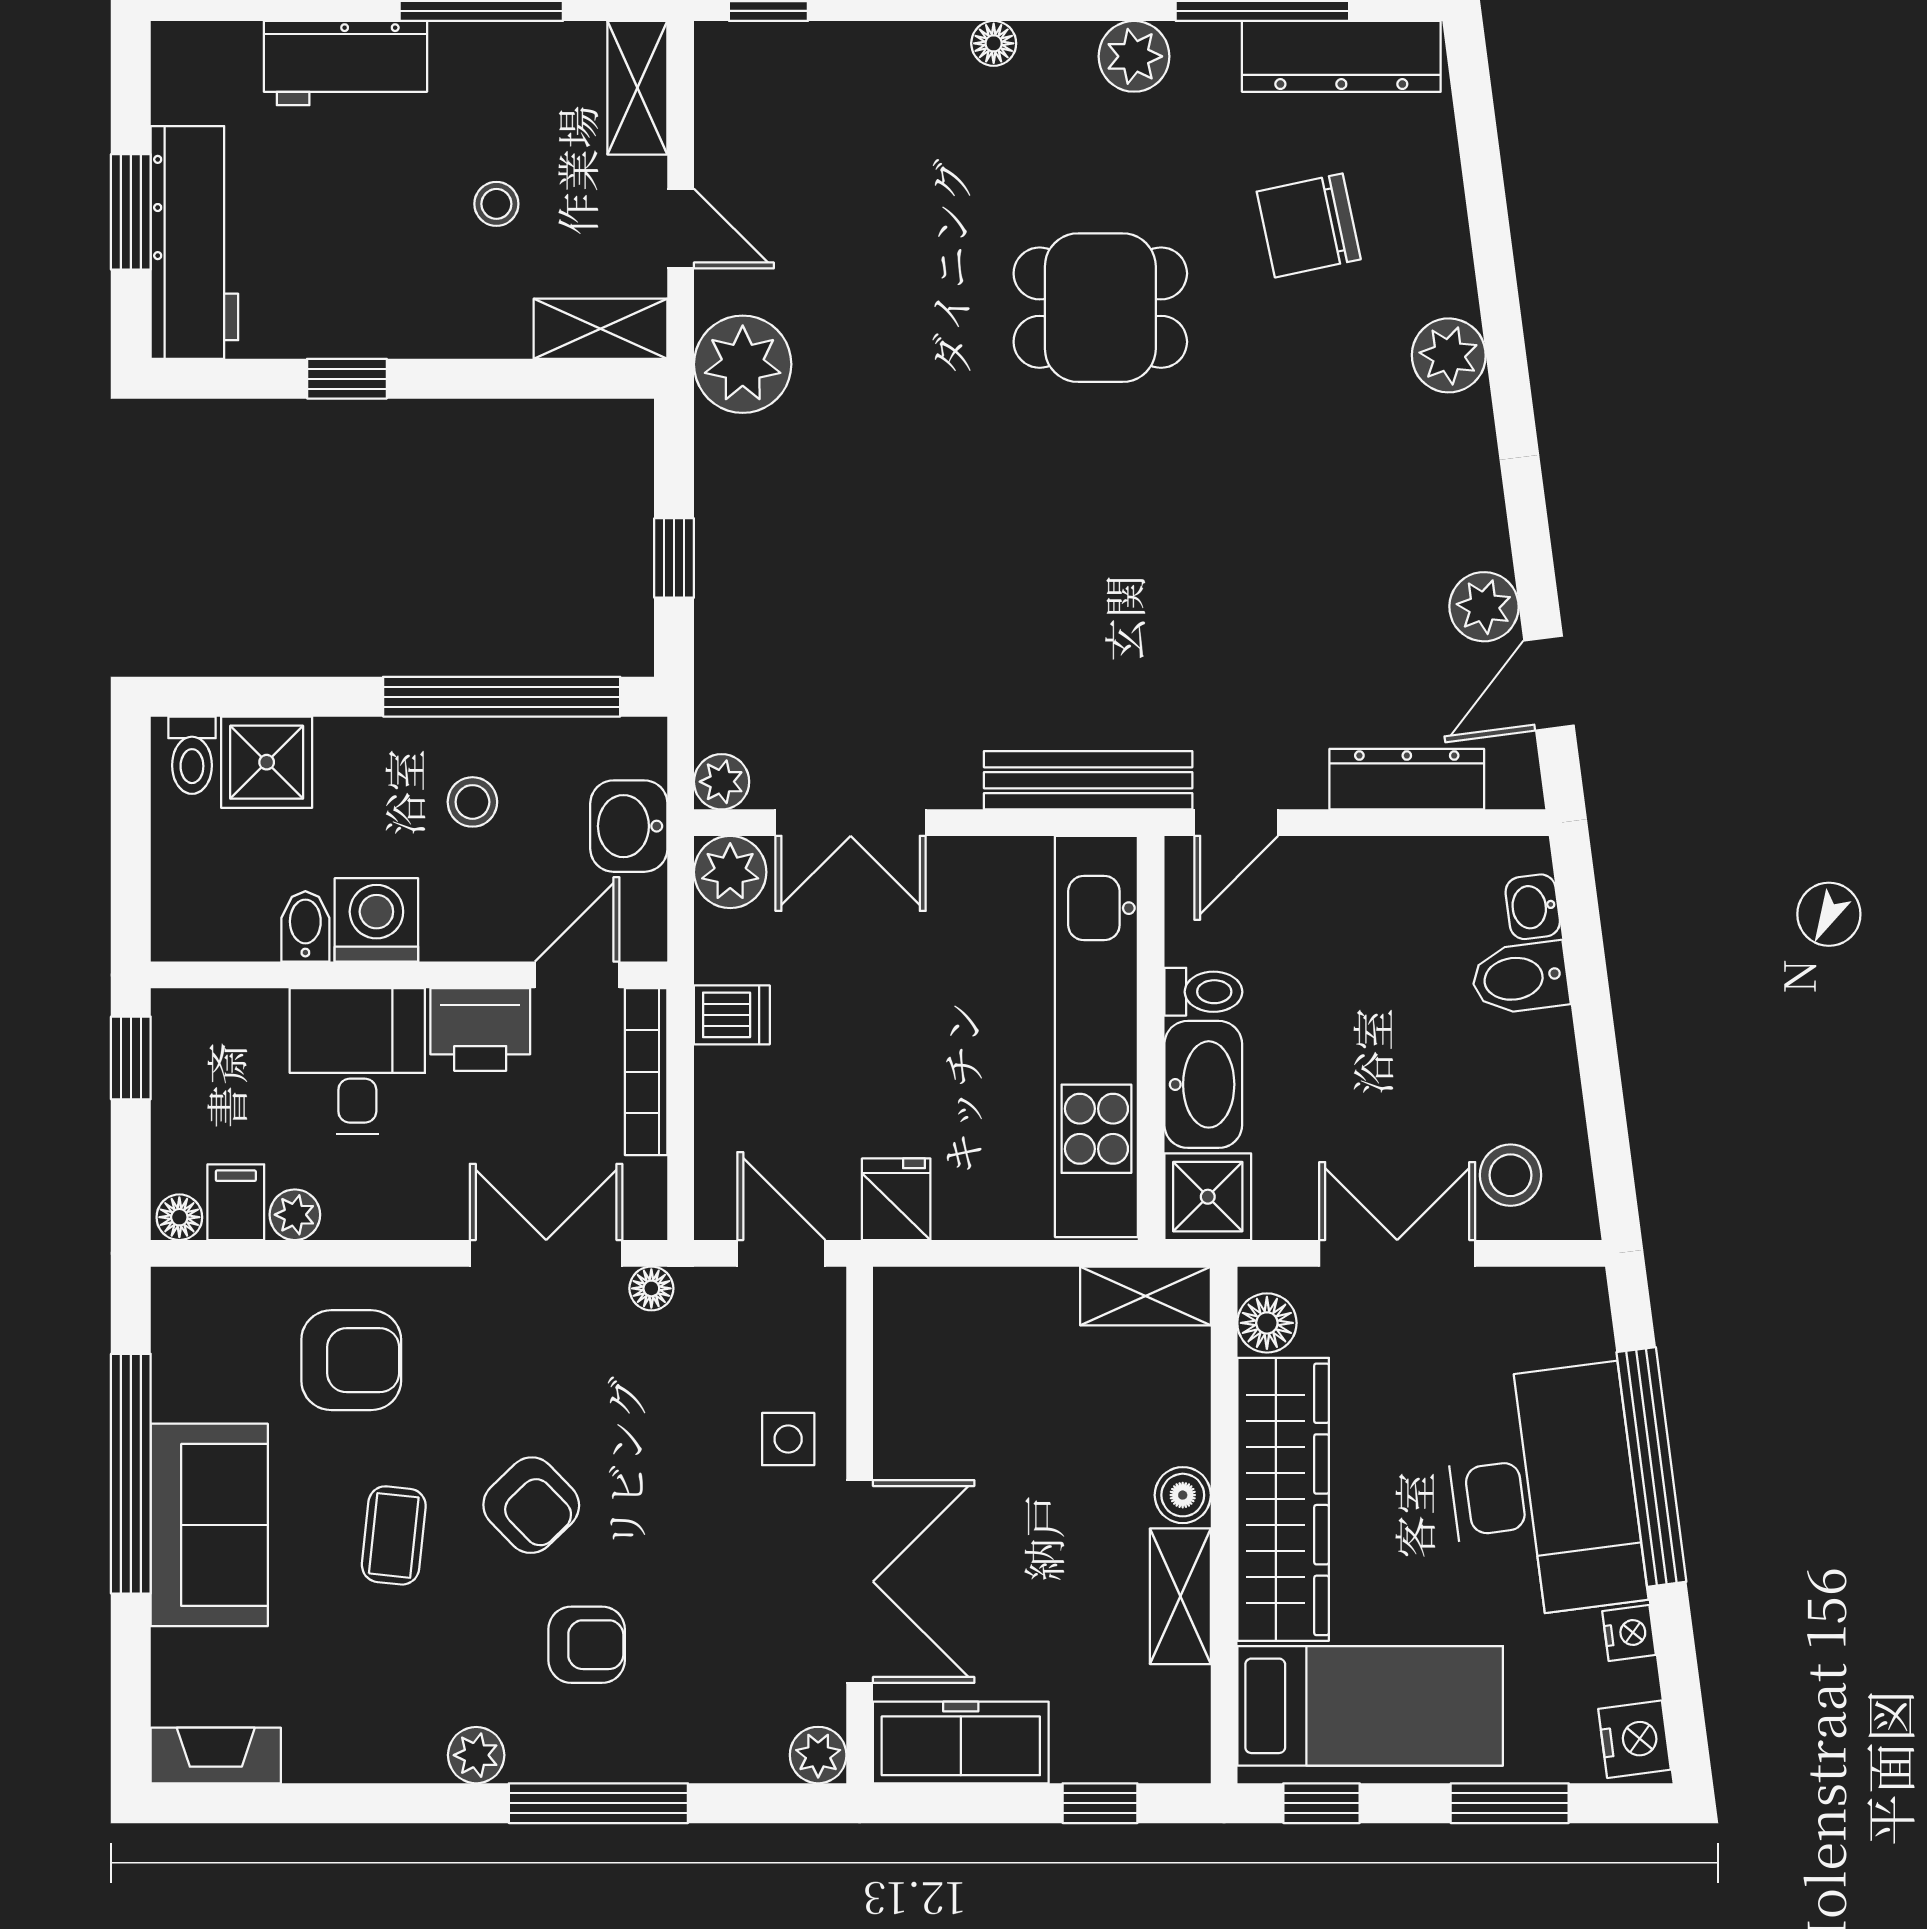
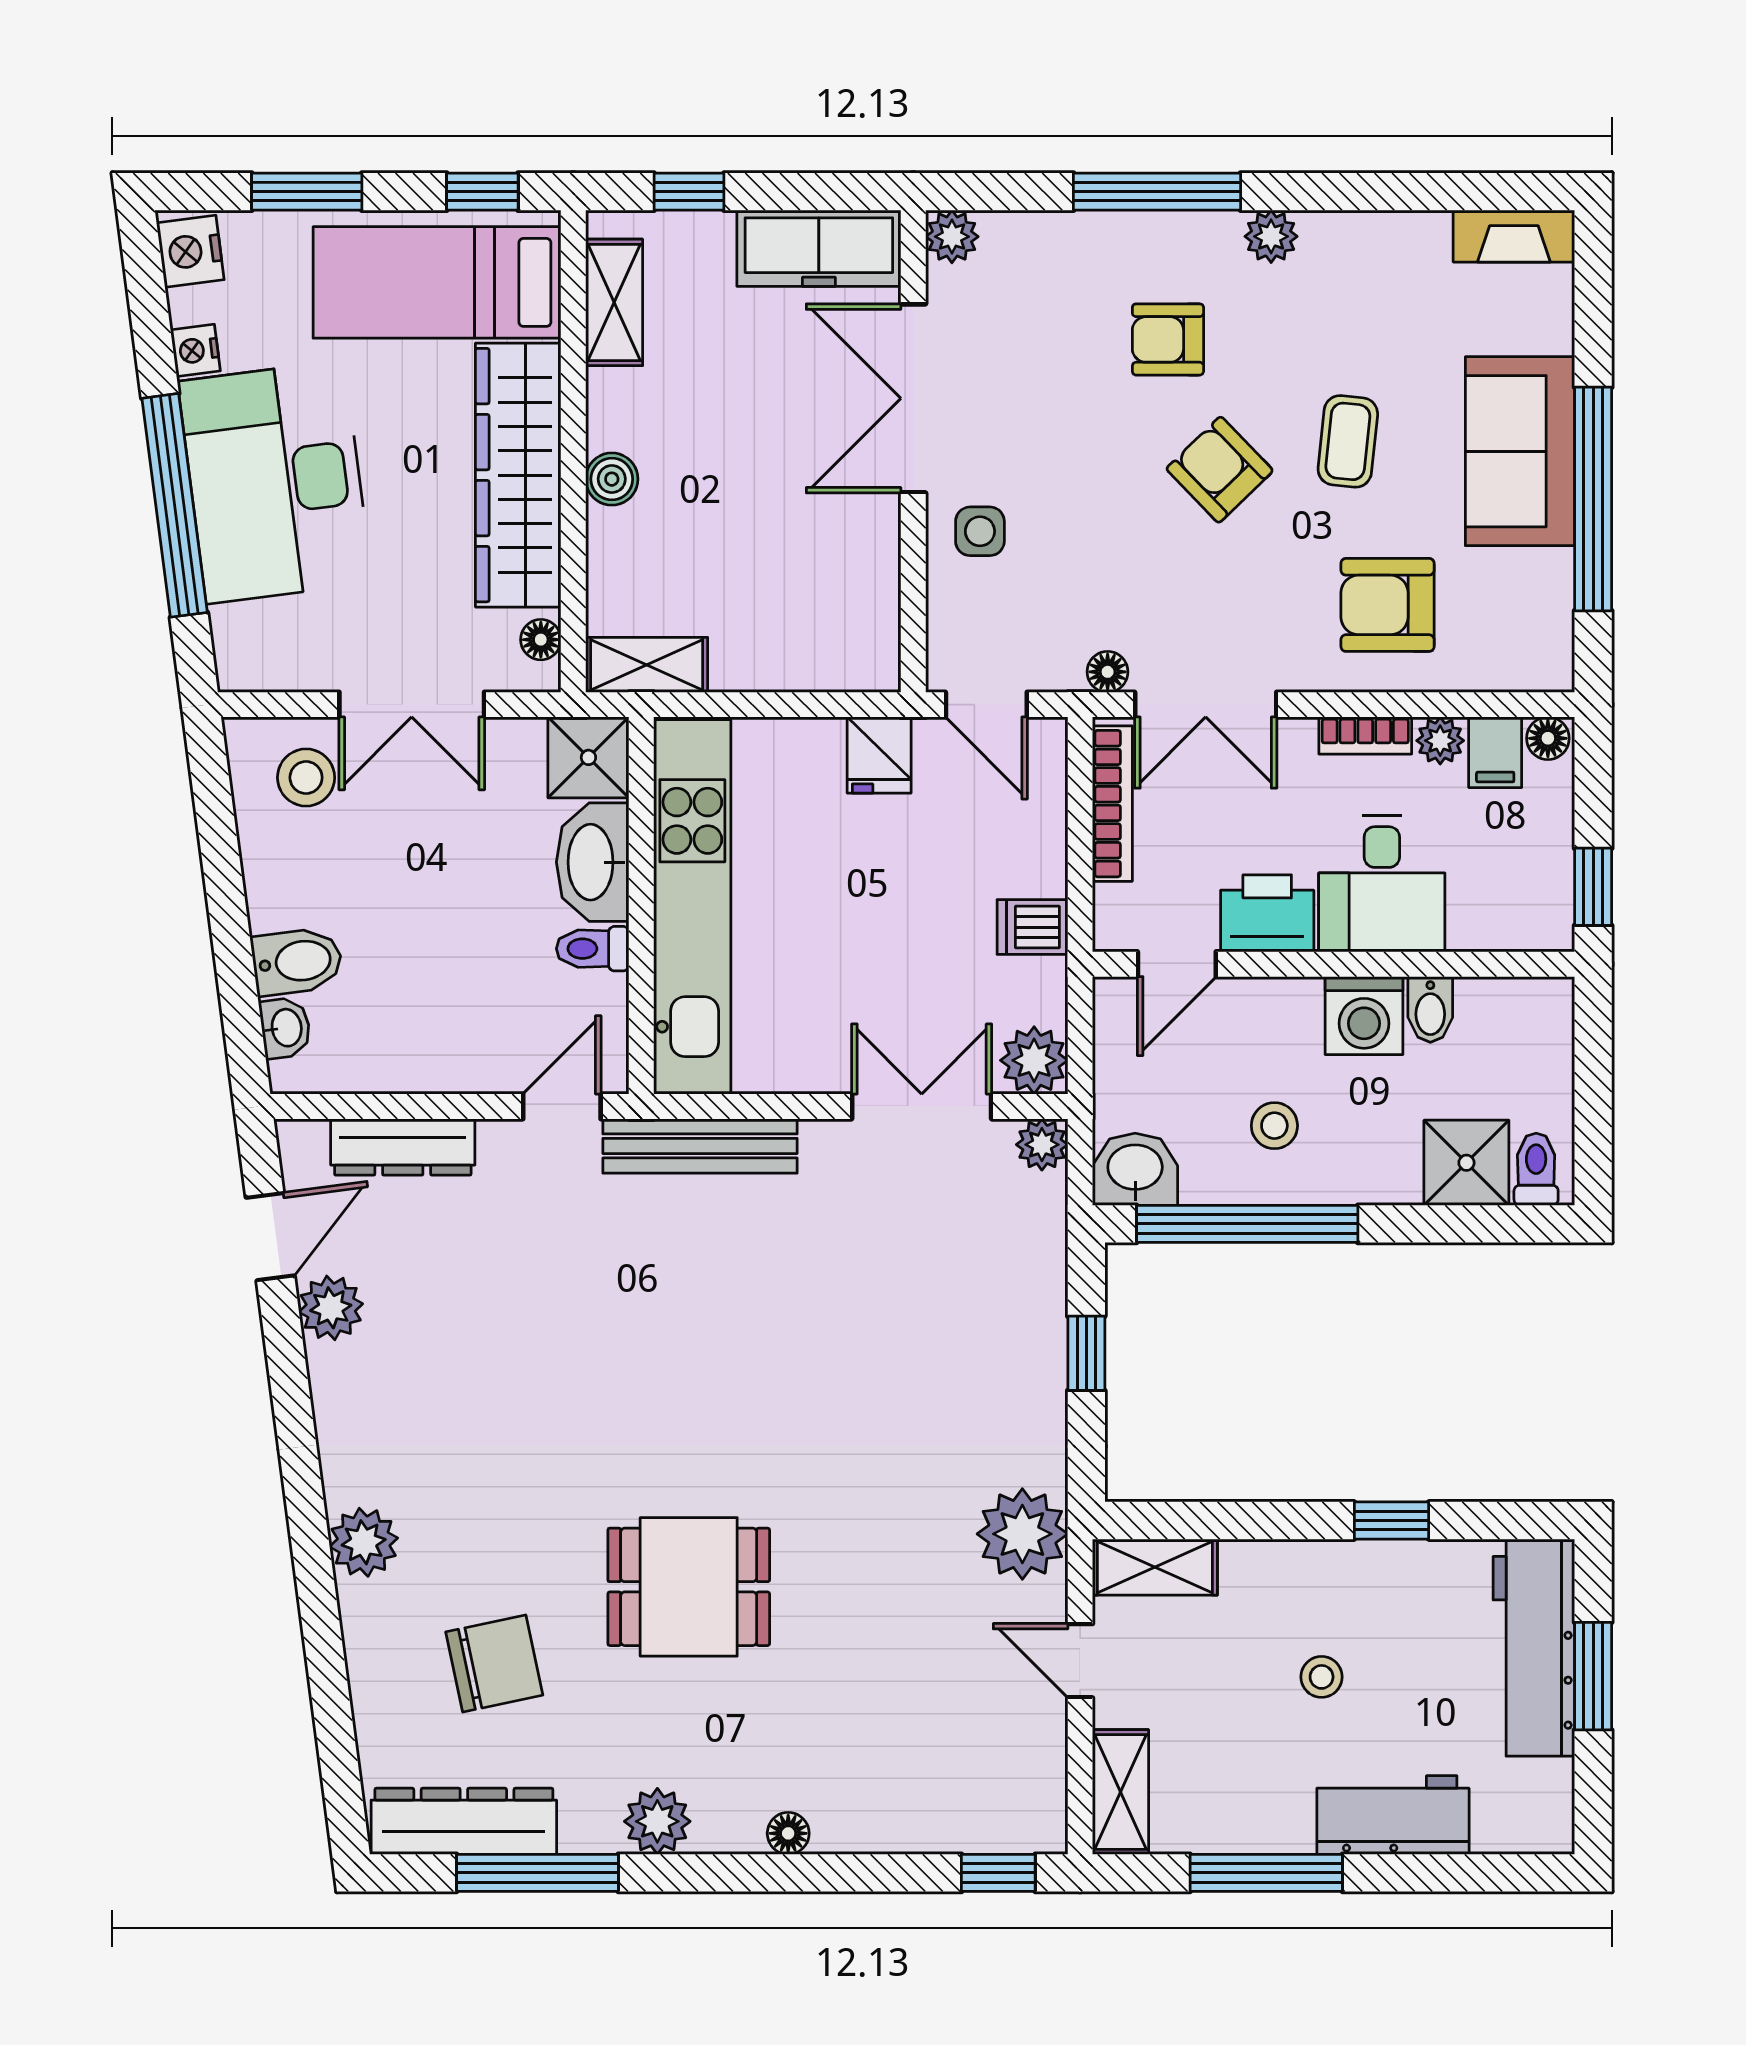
stool: (496, 204) -> (1322, 1677), moved
washbasin: (629, 826) -> (1135, 1169), moved, turned -90
bookcase: (646, 1072) -> (1112, 804), moved
bookcase: (375, 1220) -> (1365, 736), added
floor lamp: (1267, 1323) -> (541, 640), width x0.73, depth x0.73
shelving: (1180, 1596) -> (614, 302), moved

